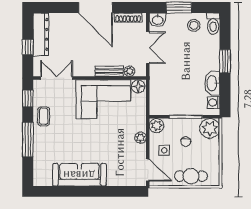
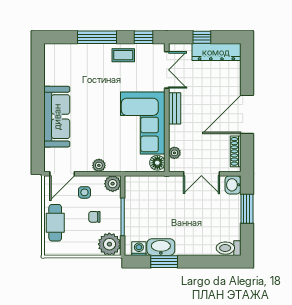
stool: (194, 25) -> (227, 226), removed
window: (225, 61) -> (164, 262), moved
bench: (109, 71) -> (175, 108), moved
sofa: (79, 175) -> (57, 117), moved

